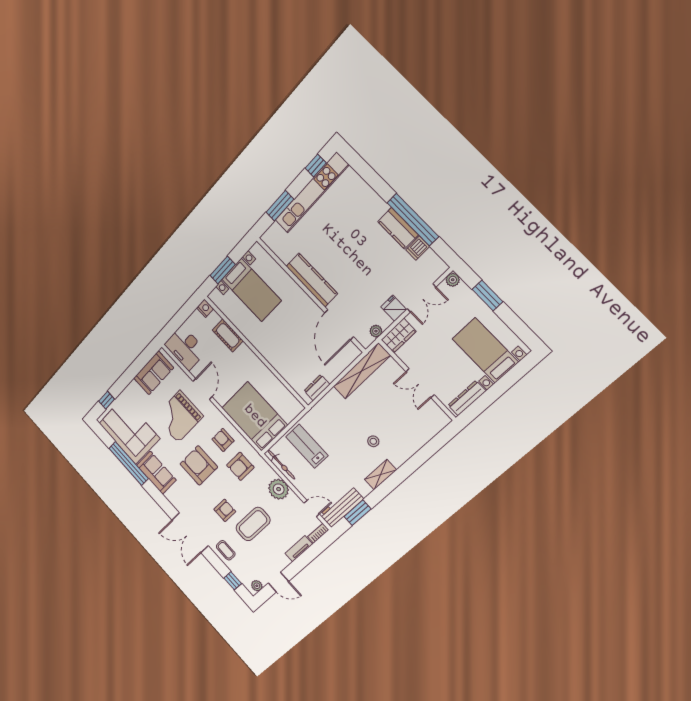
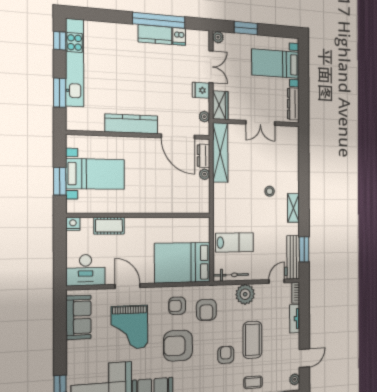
plant: (333, 374) -> (205, 174), added
dresser: (317, 388) -> (204, 156), moved
lab bench: (307, 446) -> (235, 242), turned 180

